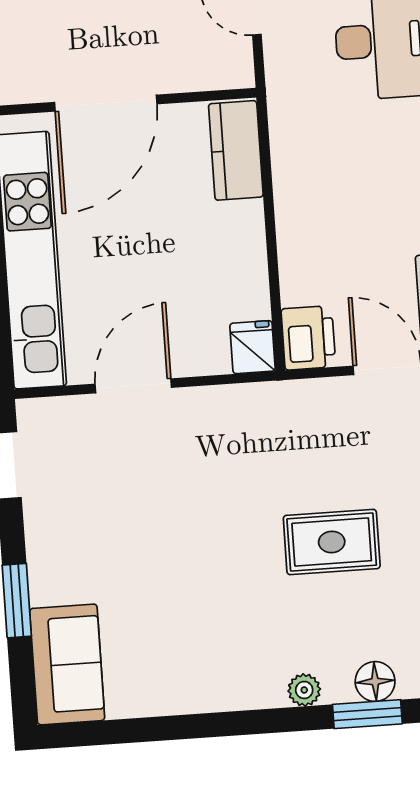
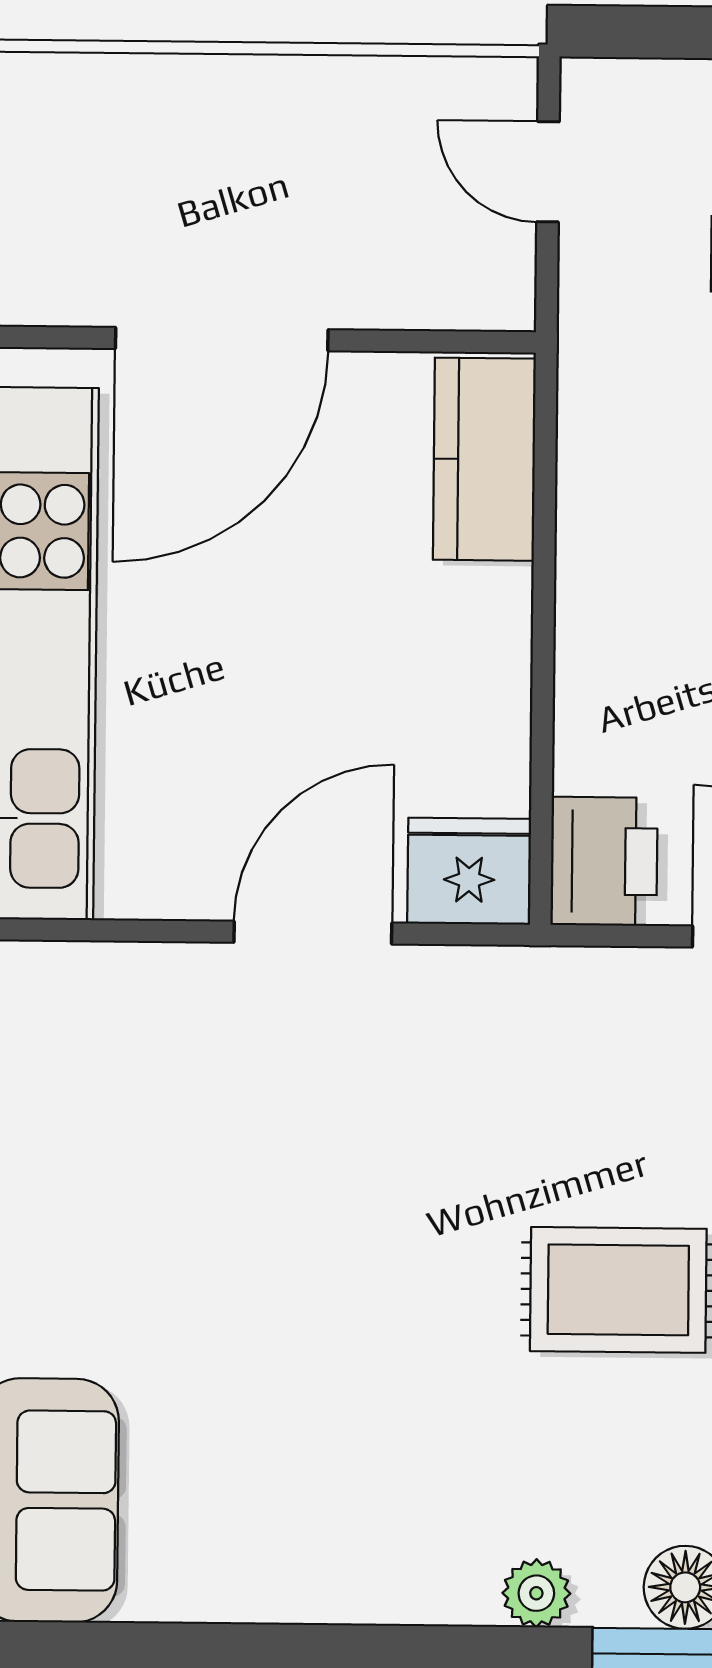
fridge: (253, 347) -> (469, 871), width x1.38
door: (133, 386) -> (313, 933), moved

